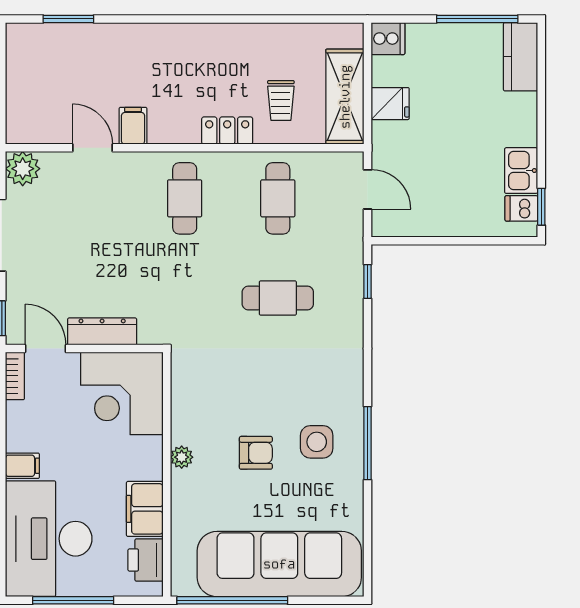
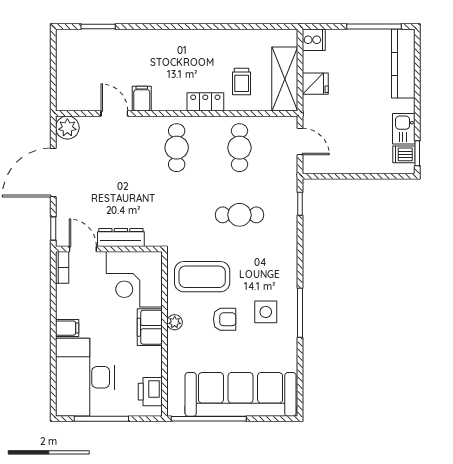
kitchen counter: (521, 57) -> (403, 64), width x1.50
coffee table: (222, 390) -> (202, 277), added
filing cabinet: (145, 509) -> (150, 327), moved

